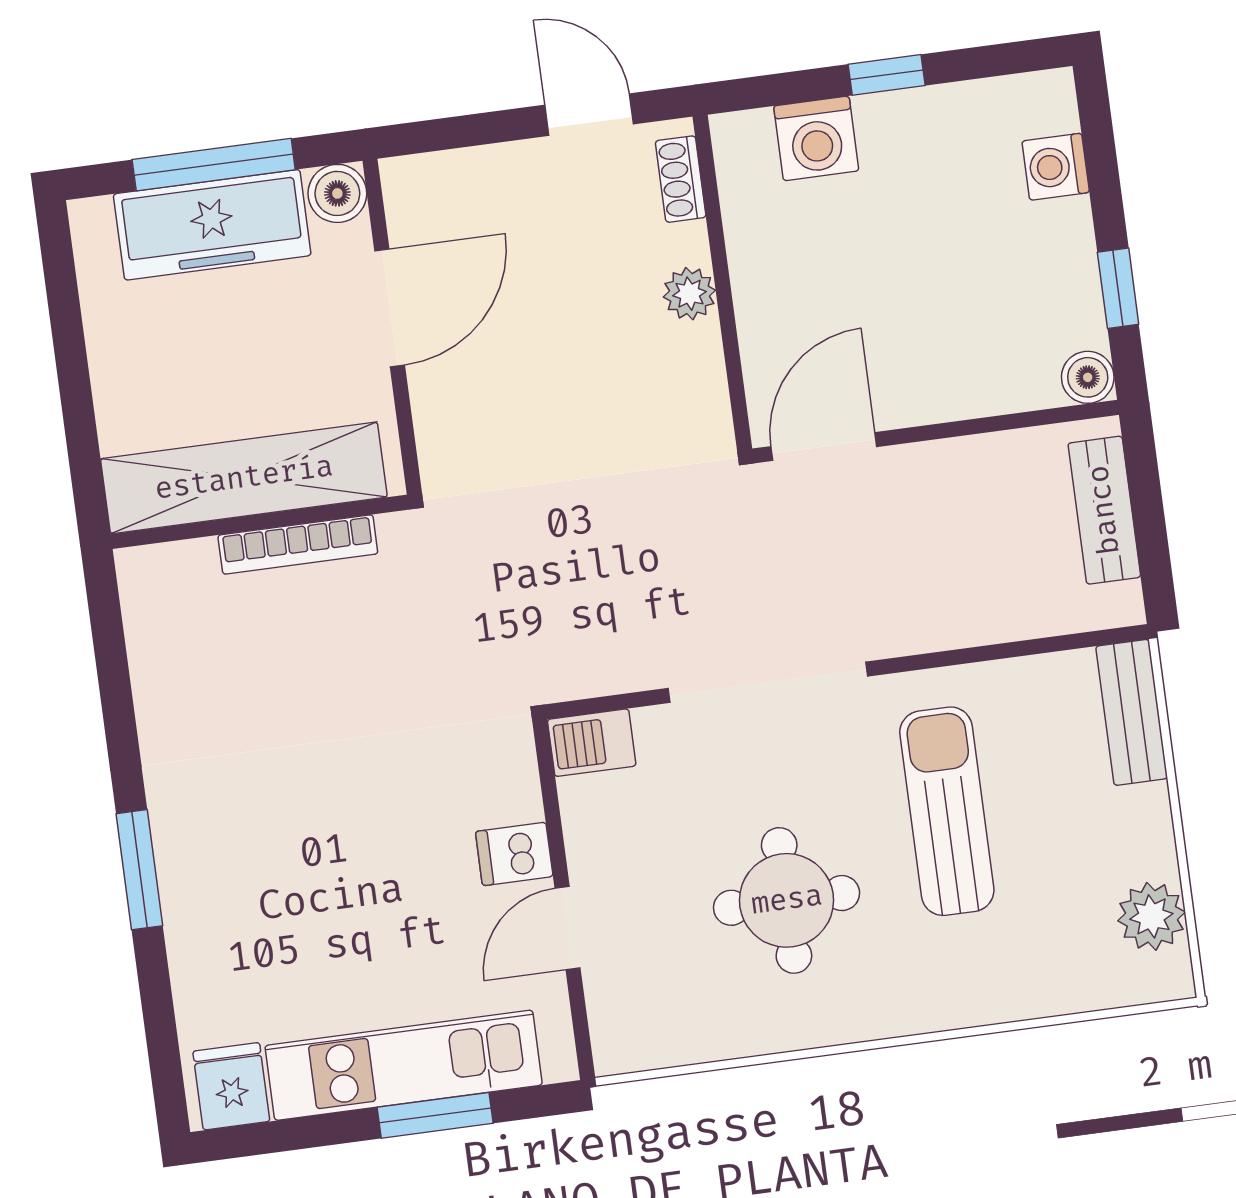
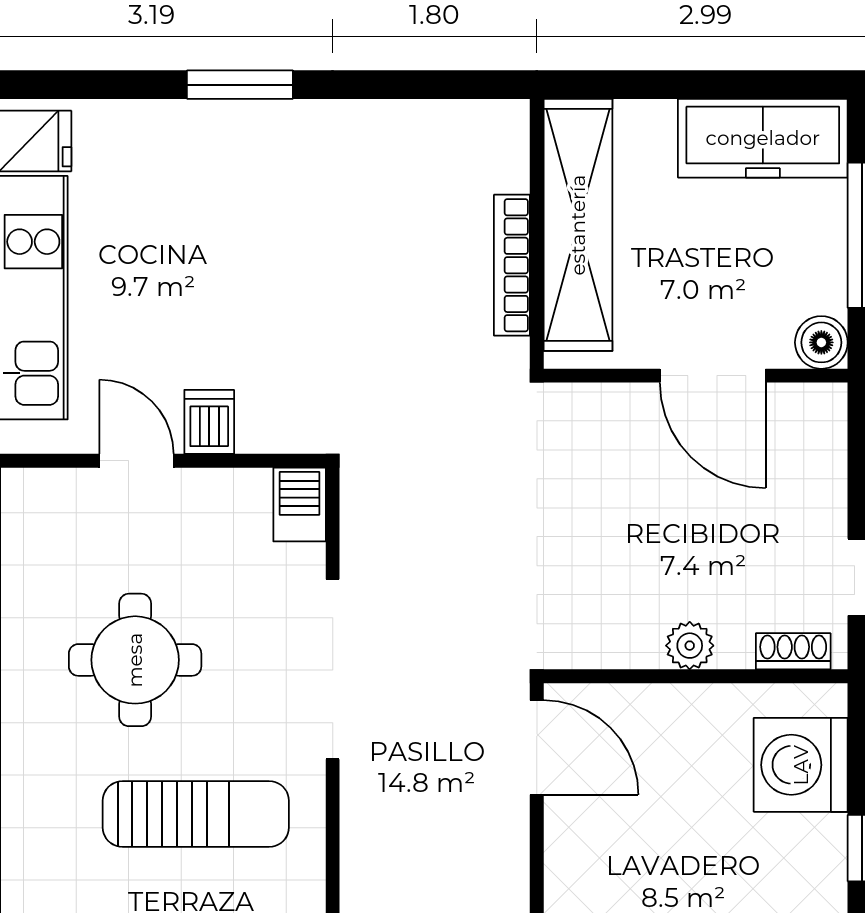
washing machine: (816, 138) -> (801, 765), width x1.37, depth x1.37
freezer: (212, 225) -> (763, 138), moved, turned -90

